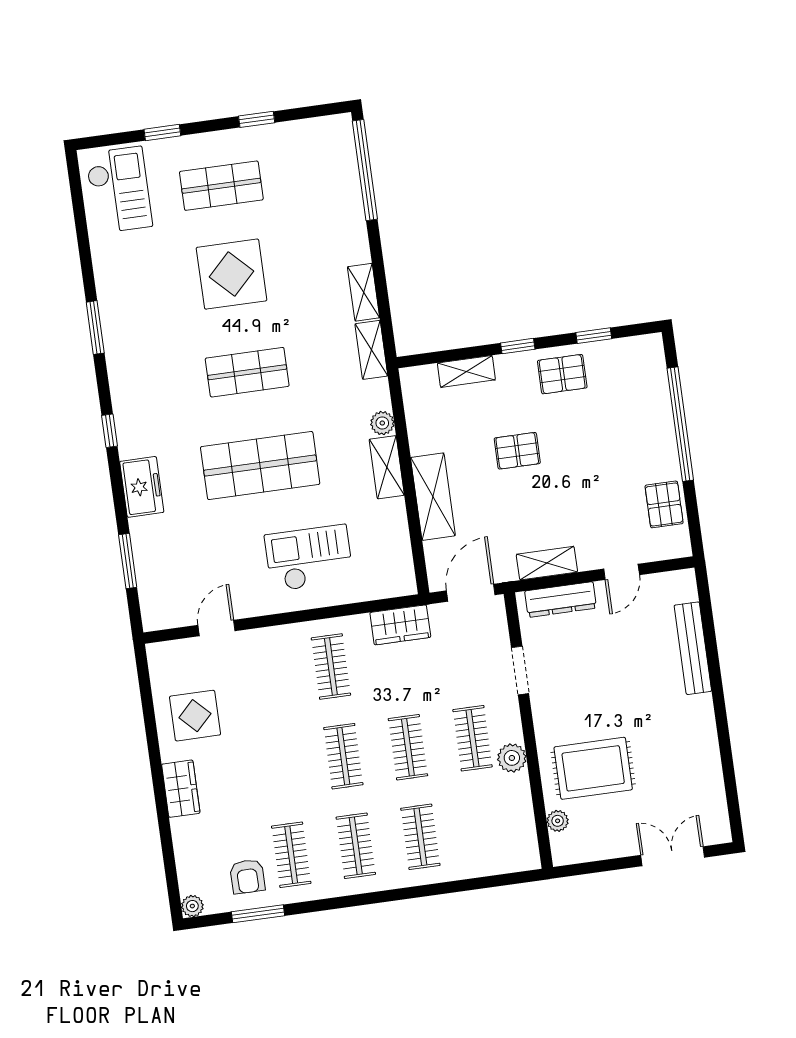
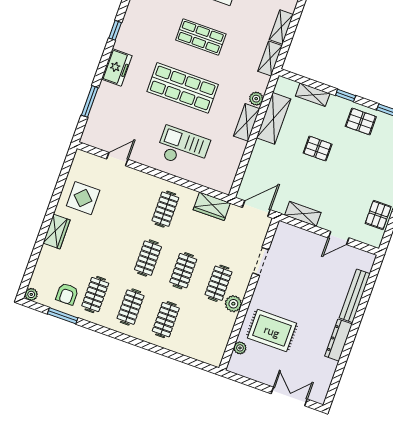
shelving: (433, 497) -> (274, 118), moved
dresser: (561, 600) -> (338, 340), moved, turned 90

